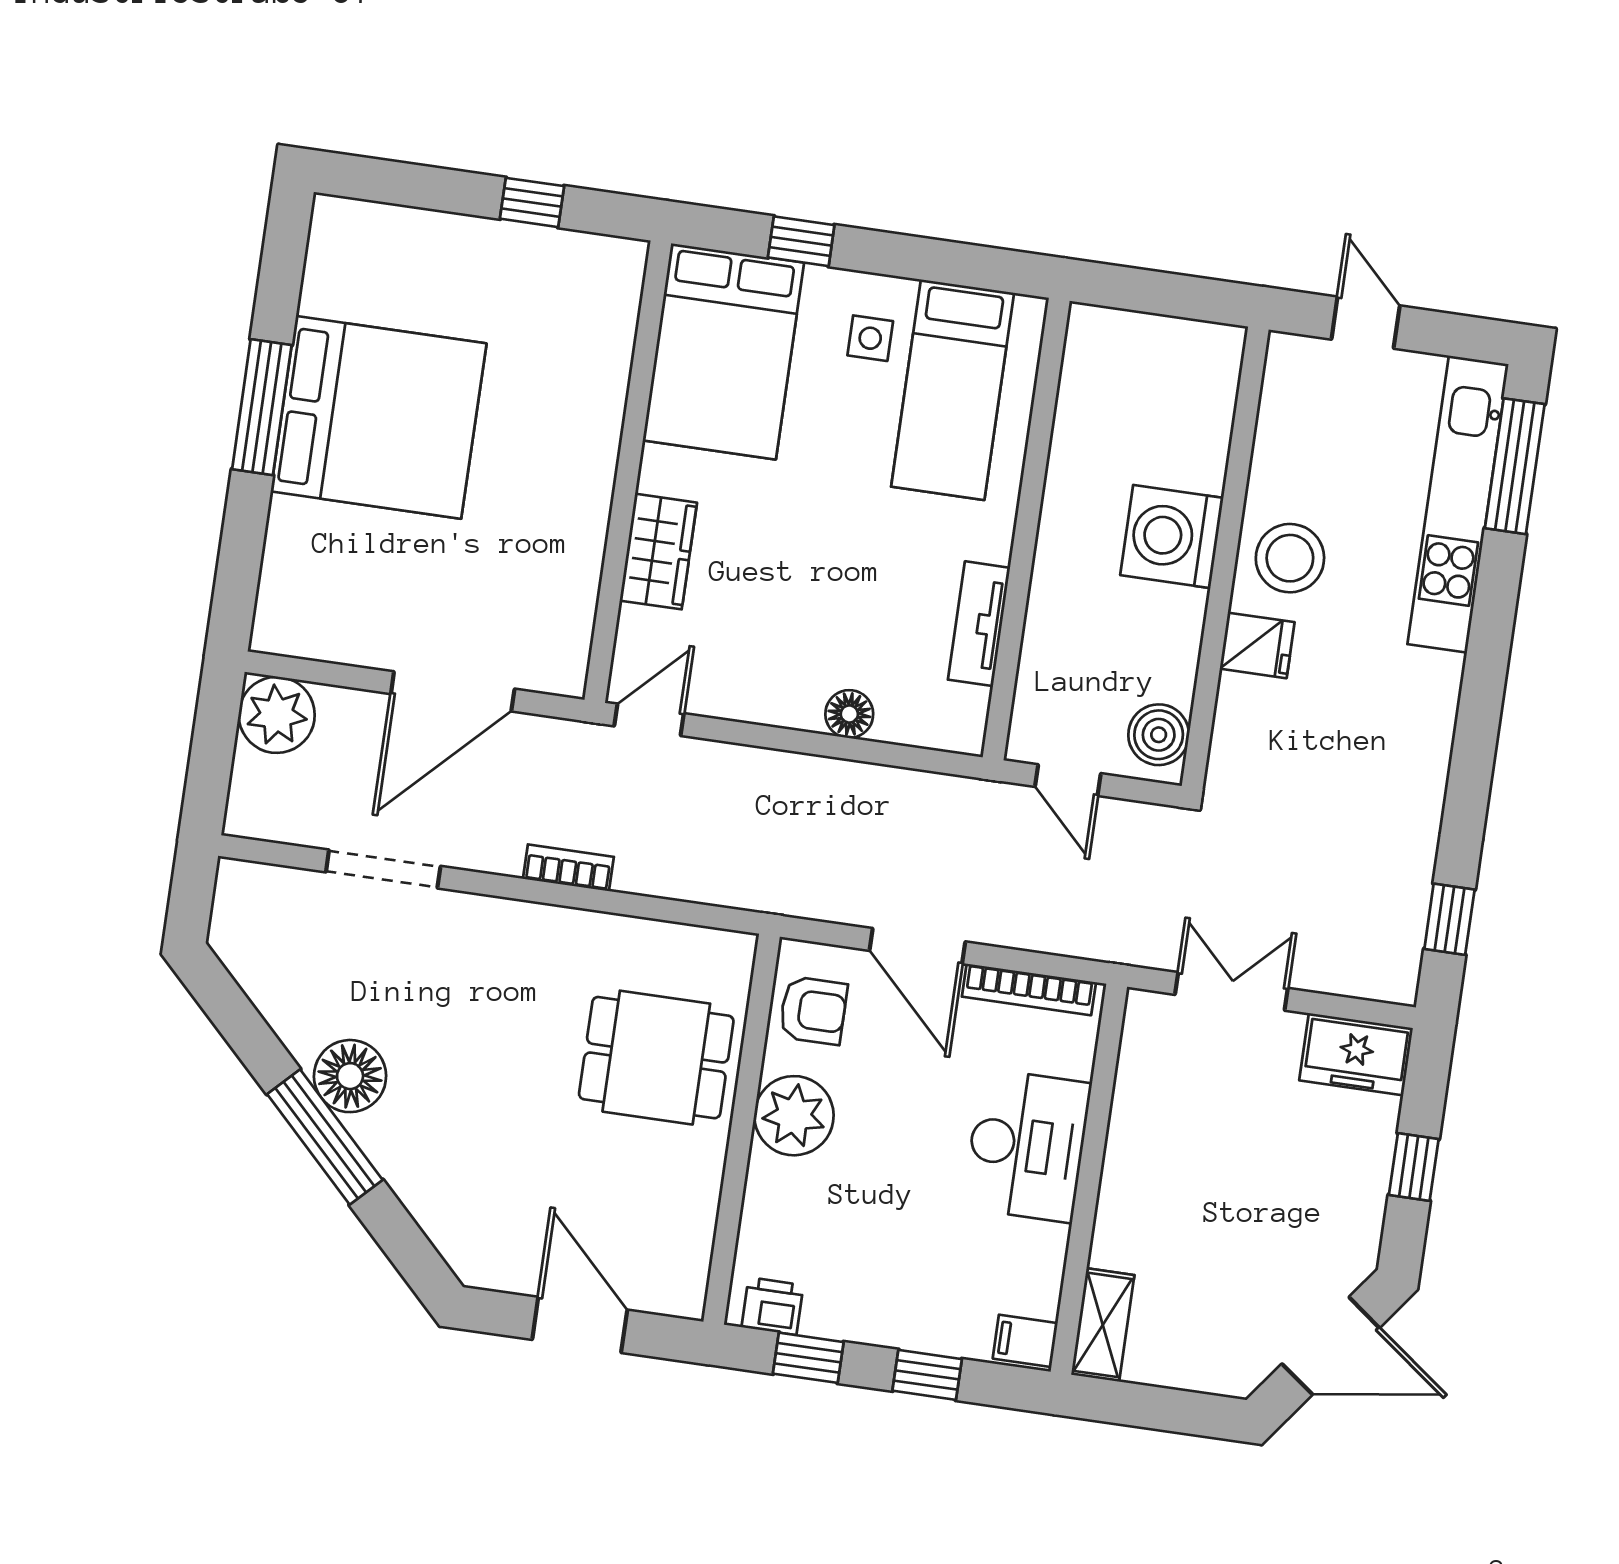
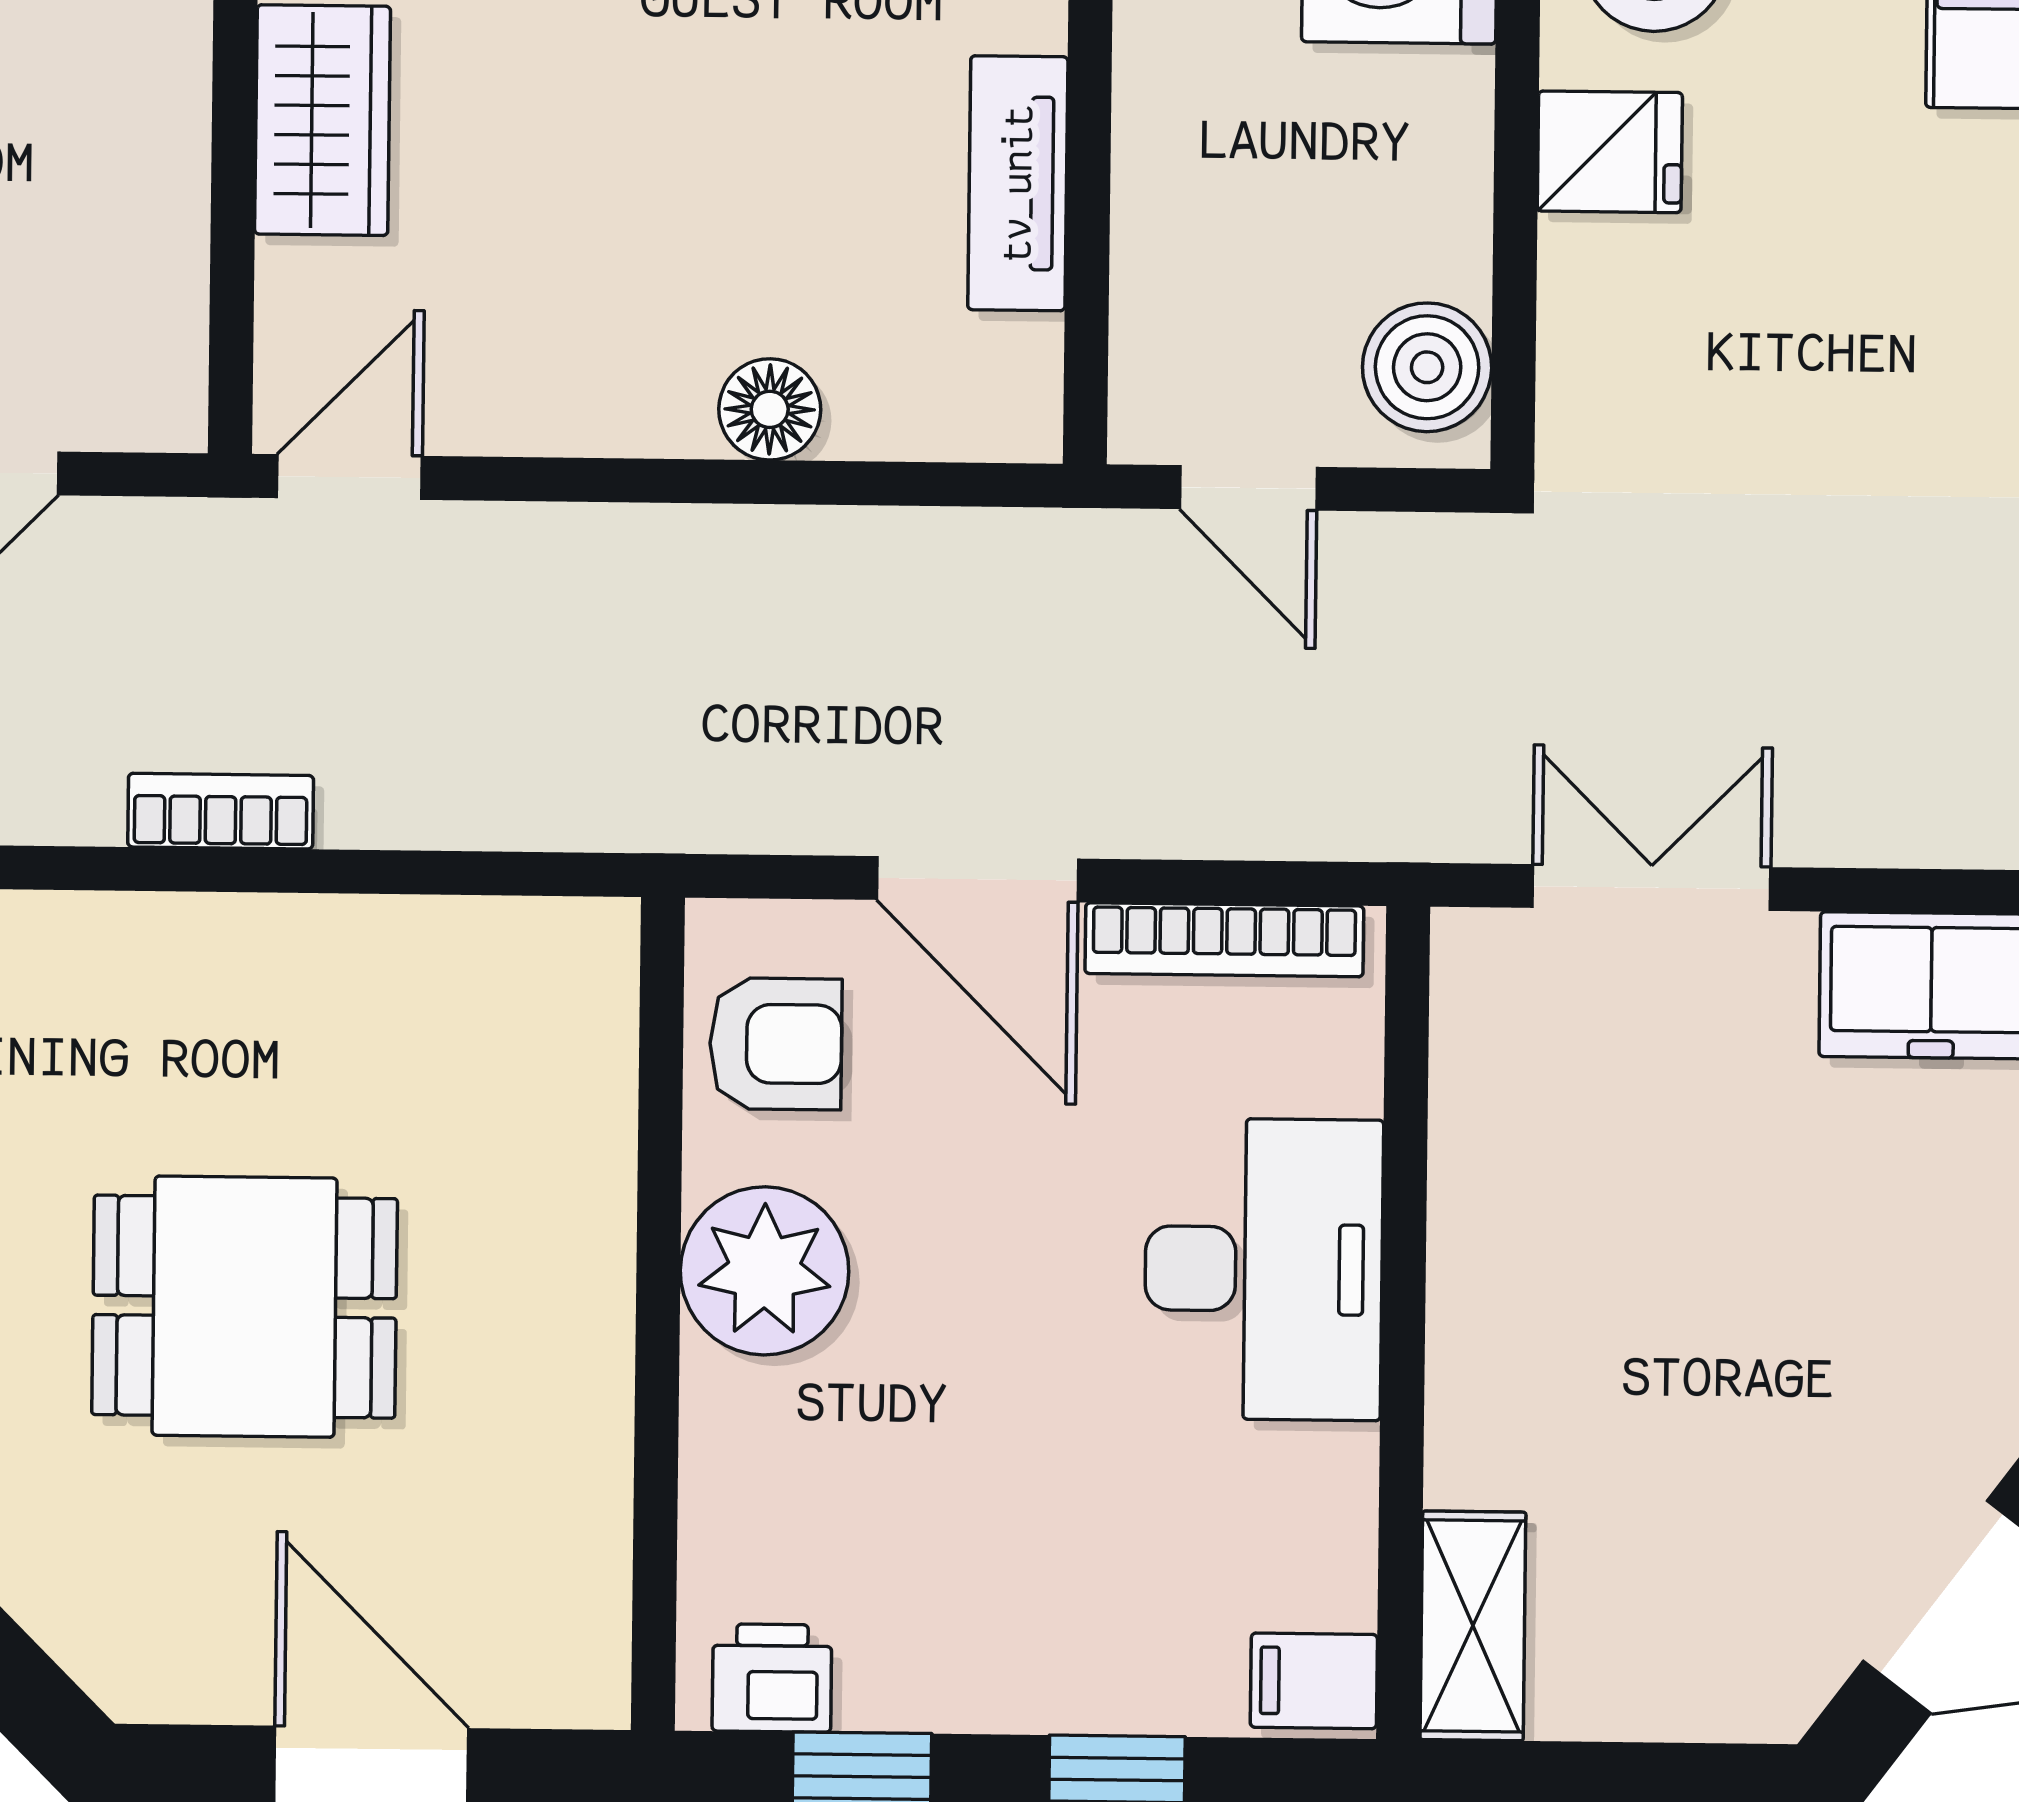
dining table: (656, 1058) -> (245, 1307), moved

